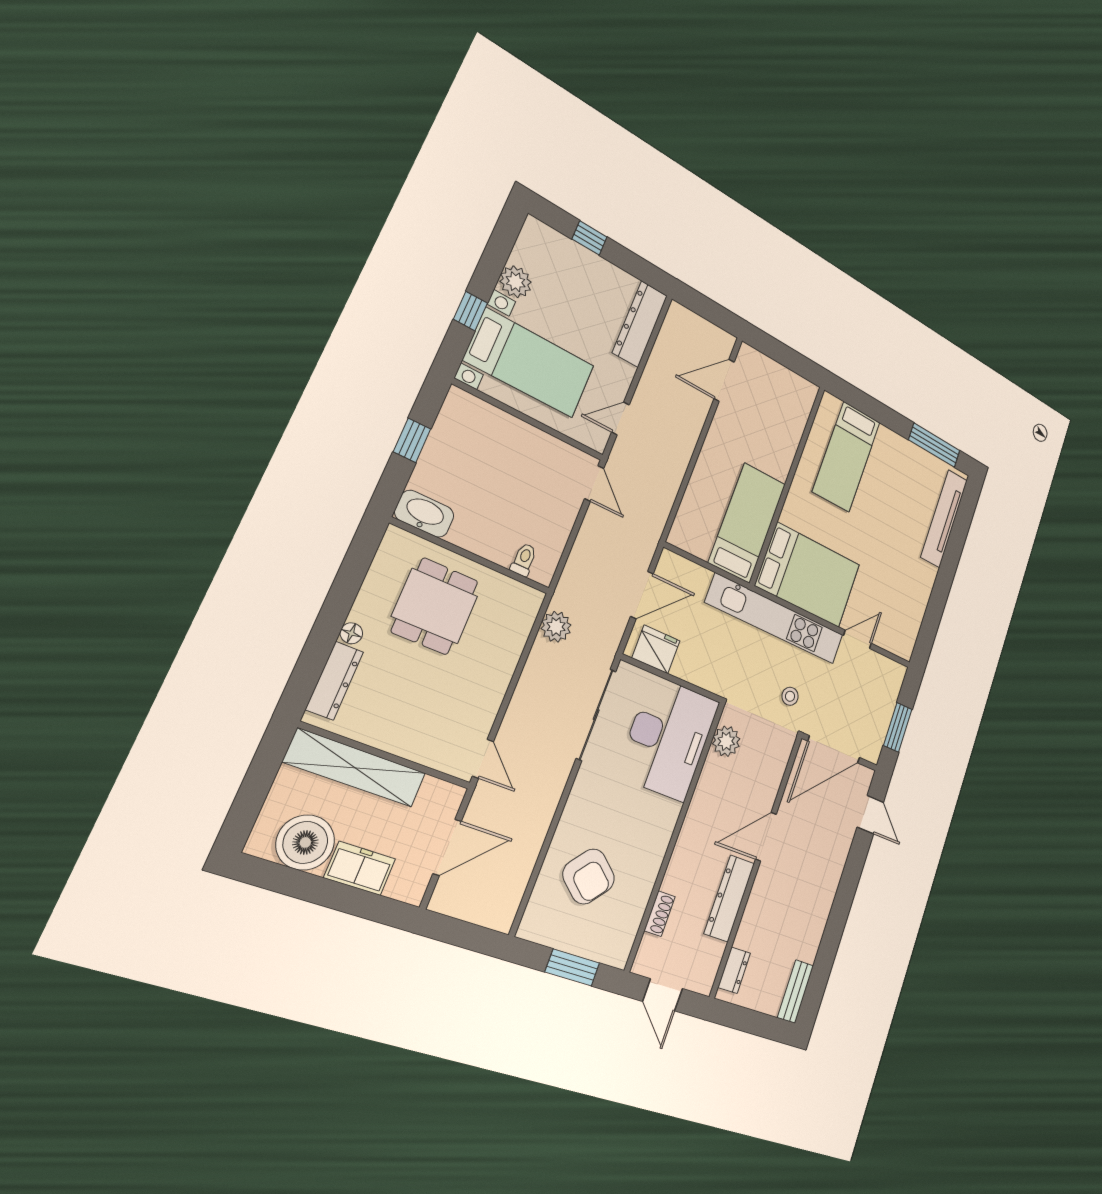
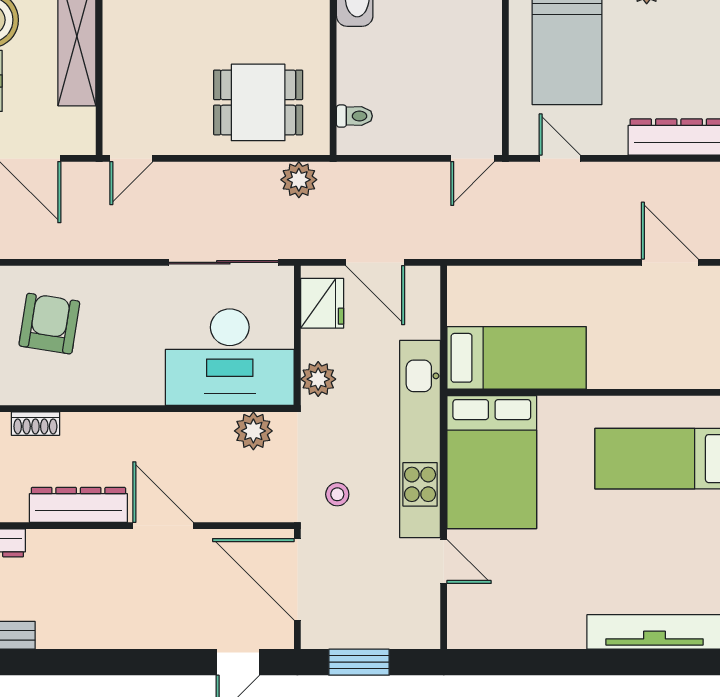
dining table: (435, 606) -> (258, 102), moved
plant: (708, 676) -> (318, 379), added
armchair: (589, 876) -> (49, 324), turned 149

